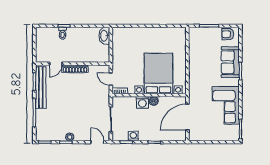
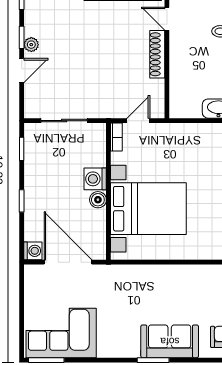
corner sofa: (226, 105) -> (61, 333), moved
washing machine: (133, 136) -> (33, 251), moved
door: (97, 142) -> (22, 71), moved

